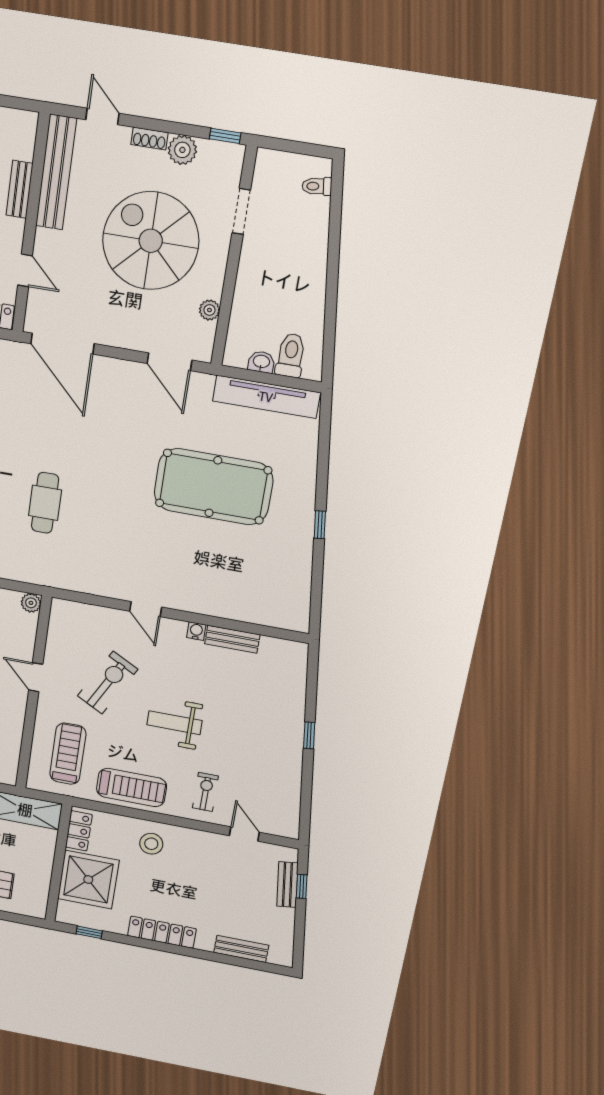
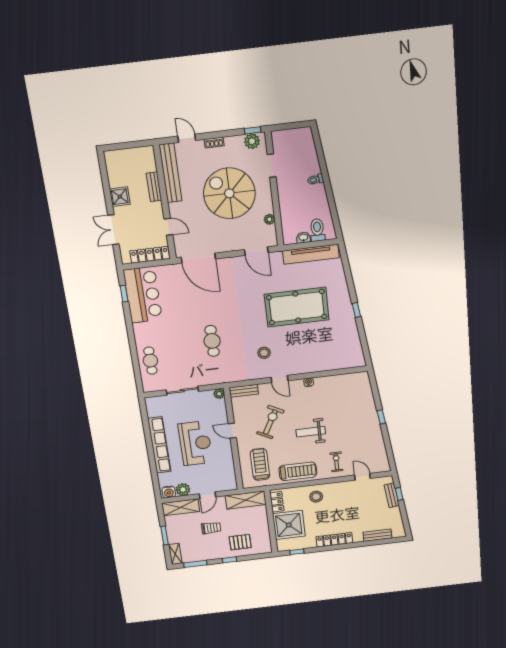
plant: (182, 150) -> (252, 141), moved
toilet: (317, 186) -> (315, 179), moved
stool: (131, 553) -> (264, 353), added
bench: (232, 639) -> (244, 391), moved

